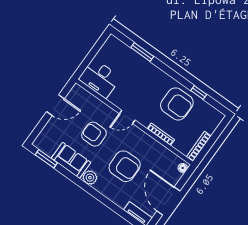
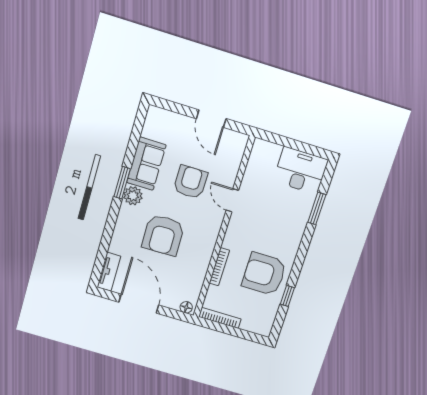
desk: (100, 78) -> (301, 171), moved, turned 90
armchair: (177, 104) -> (264, 274), turned 90
door: (127, 117) -> (232, 200), moved
window: (46, 159) -> (122, 183), moved
door: (168, 201) -> (139, 304), hinge flipped

